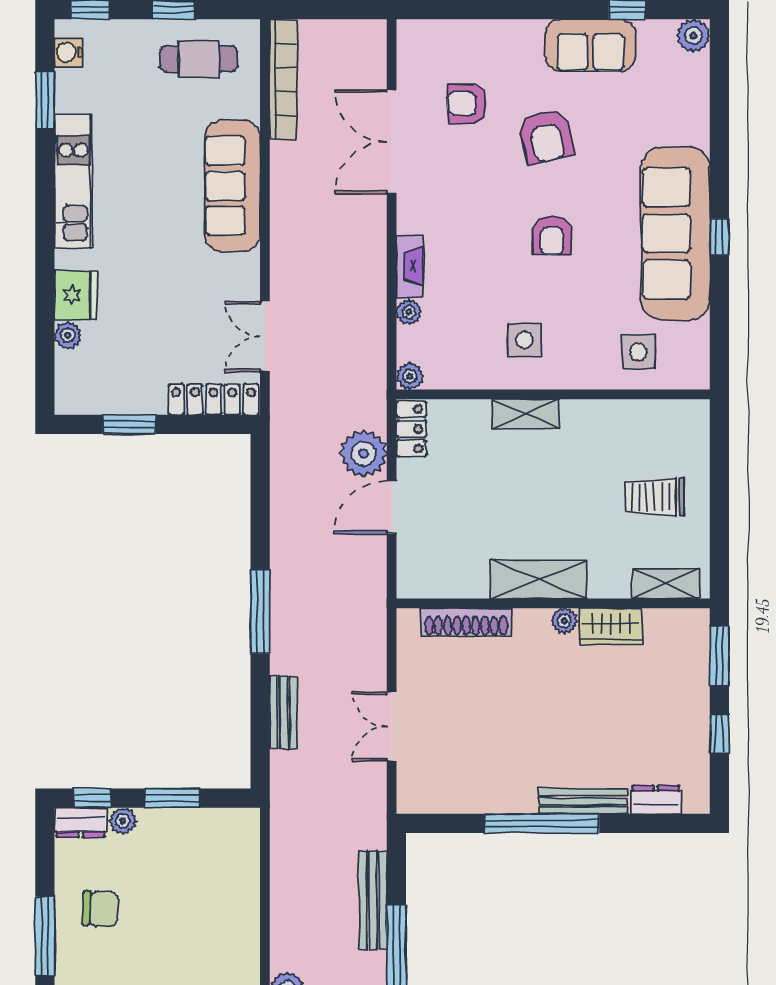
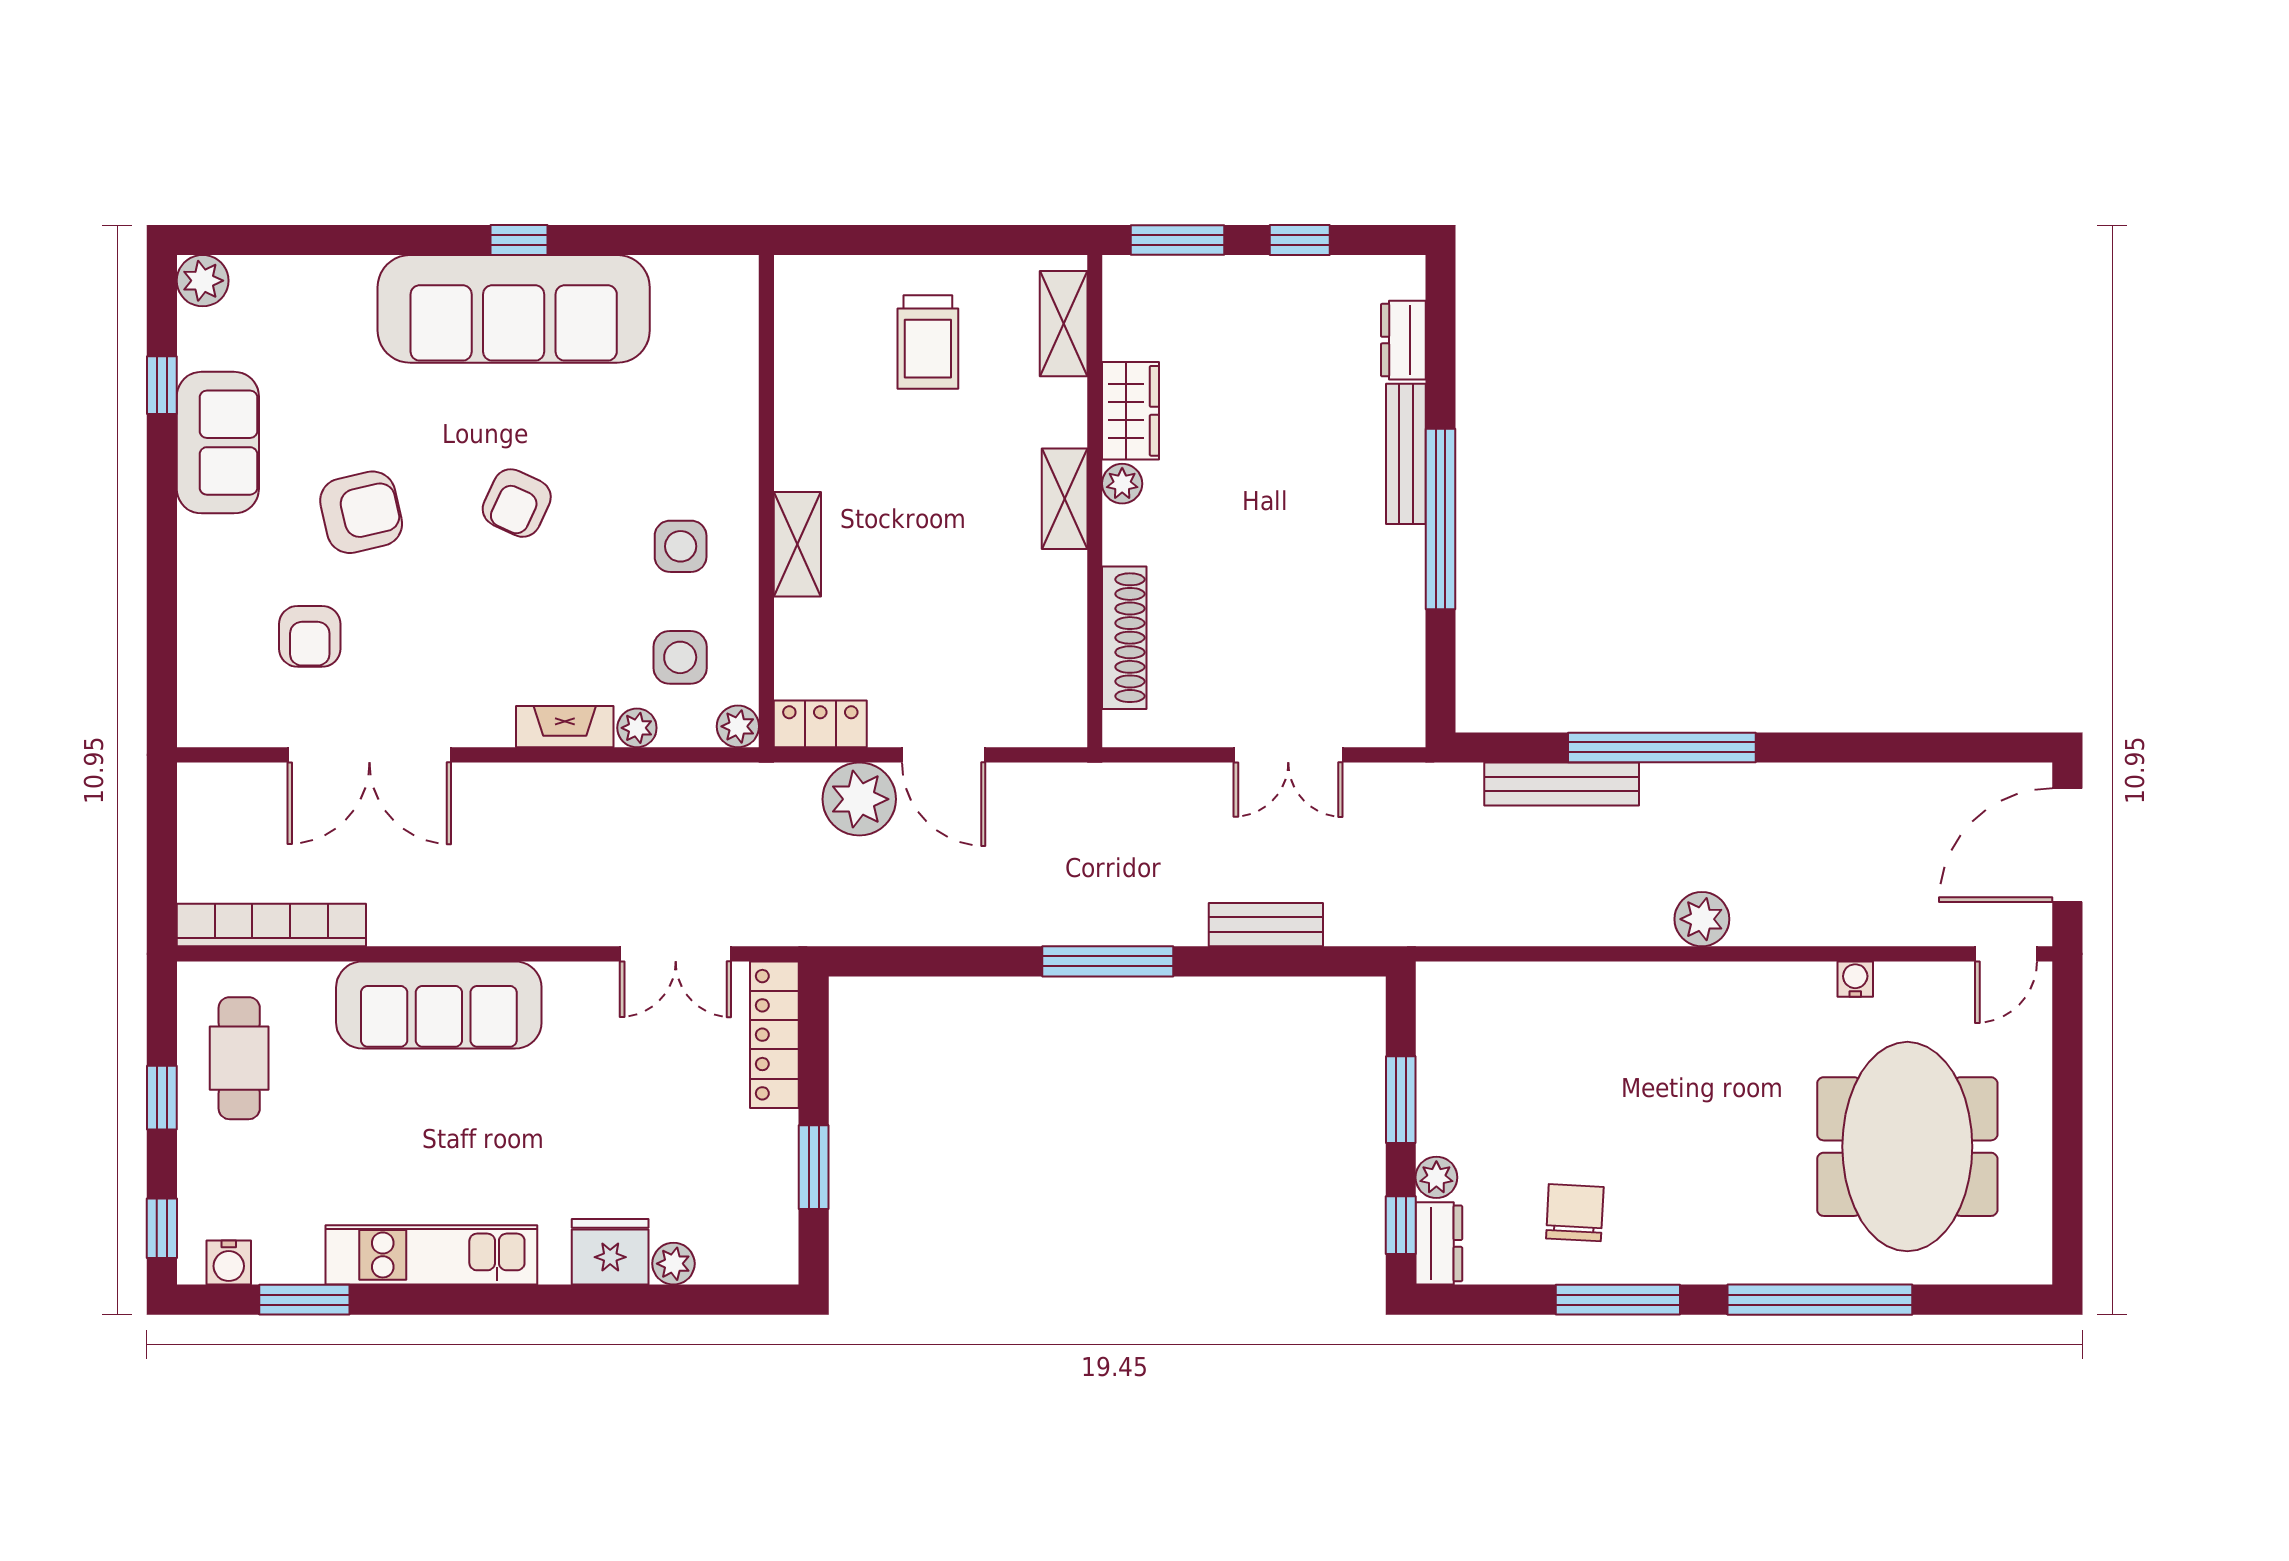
armchair: (552, 235) -> (517, 503), turned 115
side table: (638, 352) -> (680, 657), moved
shelving: (539, 579) -> (1065, 499), width x0.67, depth x0.75

